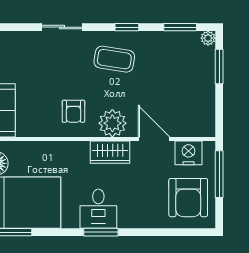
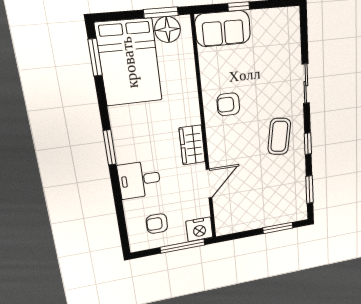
plant: (208, 38) -> (301, 214), removed
plant: (112, 123) -> (220, 143), removed
nightstand: (188, 153) -> (199, 229), moved, turned 90
armchair: (188, 198) -> (157, 224), width x0.53, depth x0.53
desk: (98, 209) -> (139, 180), moved

